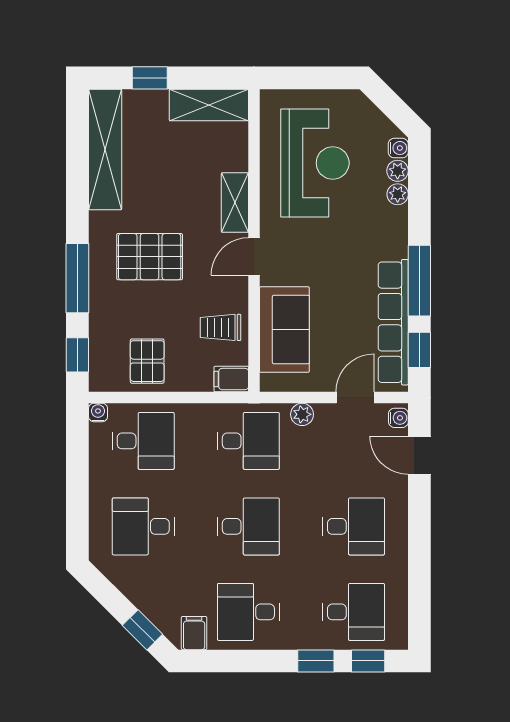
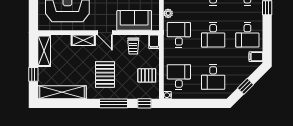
desk: (248, 526) -> (213, 35), turned 180
window: (142, 630) -> (246, 86), moved

